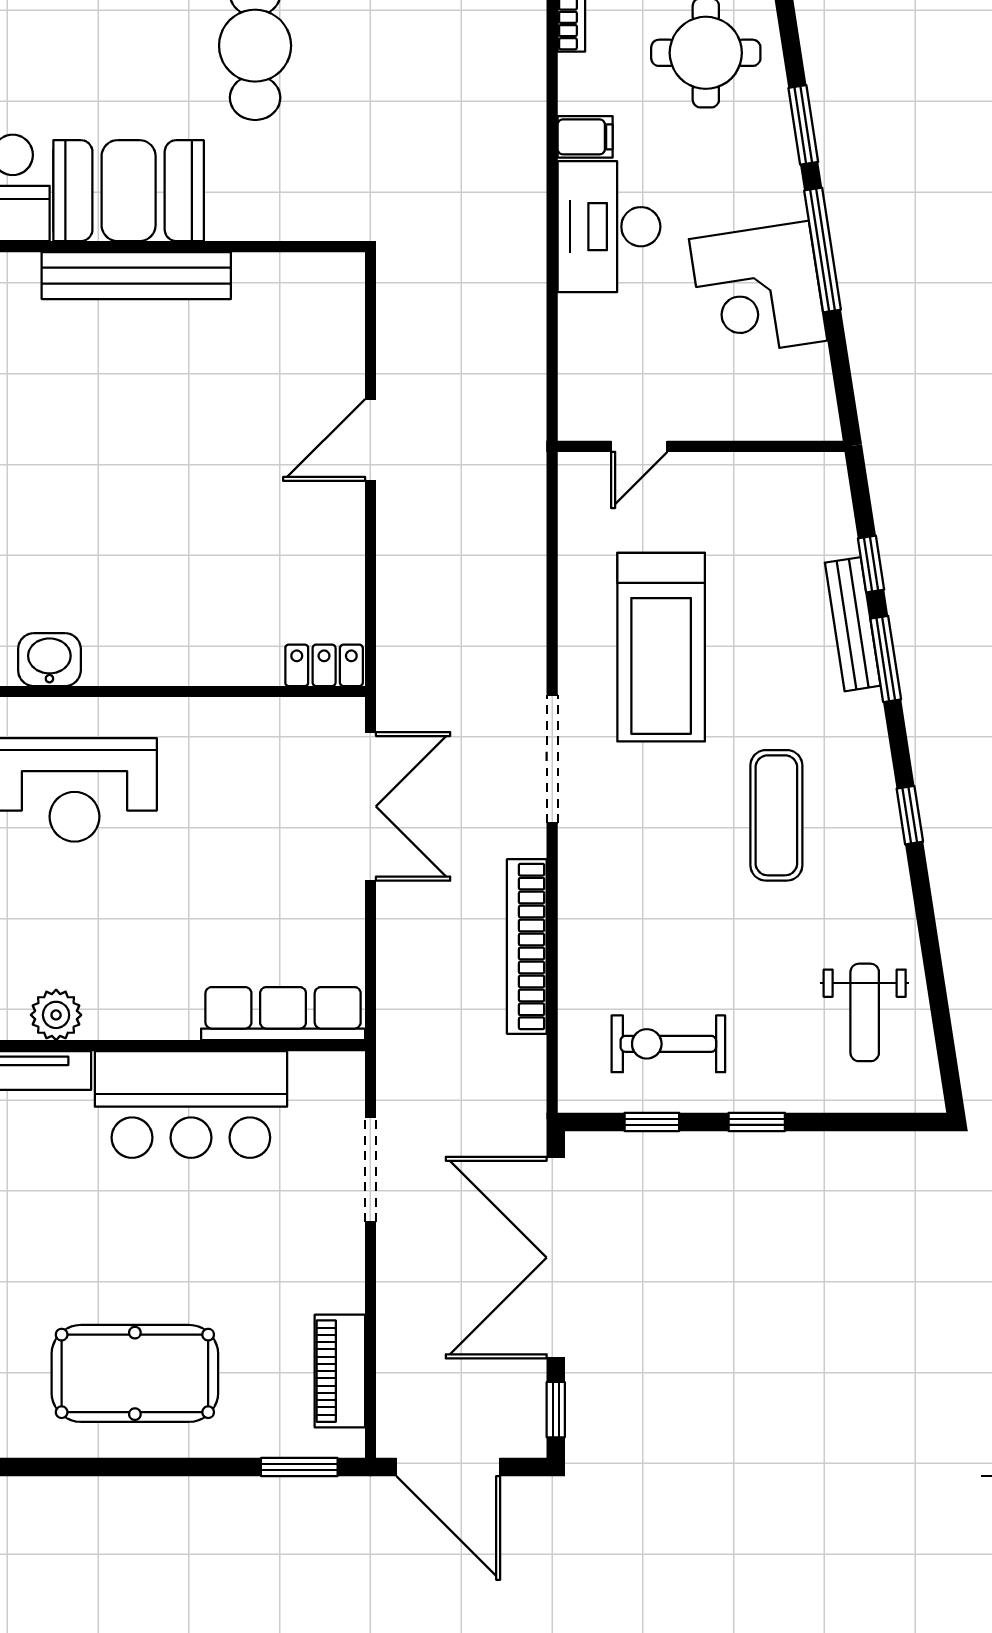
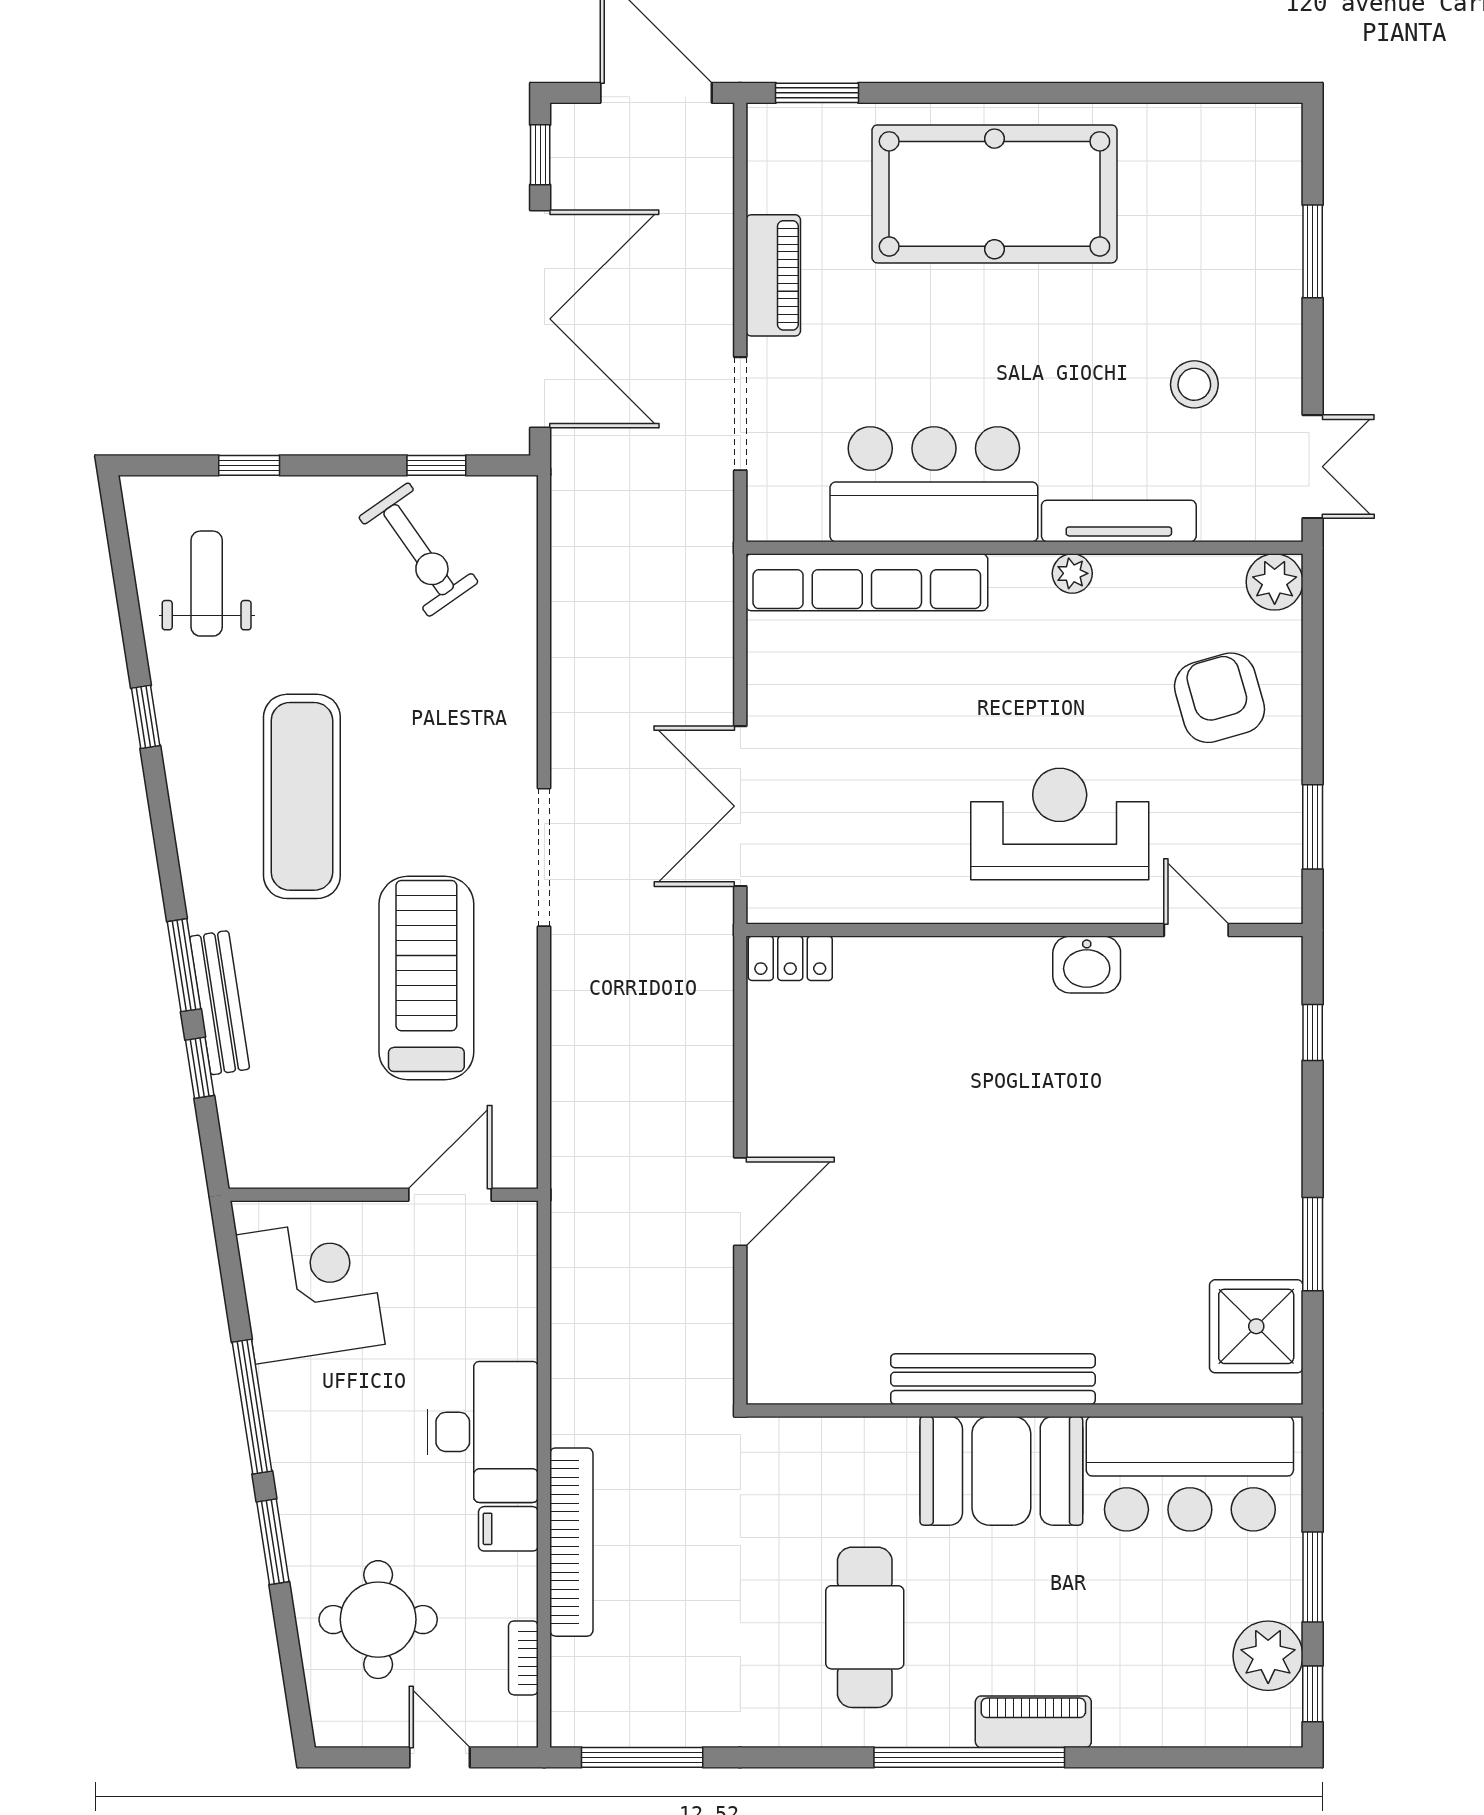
corner desk: (758, 290) -> (310, 1290), moved
door: (639, 446) -> (450, 1195), width x1.38
exercise mat: (776, 815) -> (302, 796), width x1.36, depth x1.45
window: (910, 815) -> (146, 717), moved
bookcase: (527, 946) -> (571, 1542), moved
row of seats: (283, 1014) -> (867, 582), width x1.36
plant: (56, 1015) -> (1072, 573), width x0.73, depth x0.73
exercise bike: (668, 1044) -> (419, 550), turned 55
window: (757, 1122) -> (249, 465), moved
piano: (340, 1371) -> (773, 275), moved
pool table: (135, 1373) -> (994, 194), width x1.36, depth x1.32

